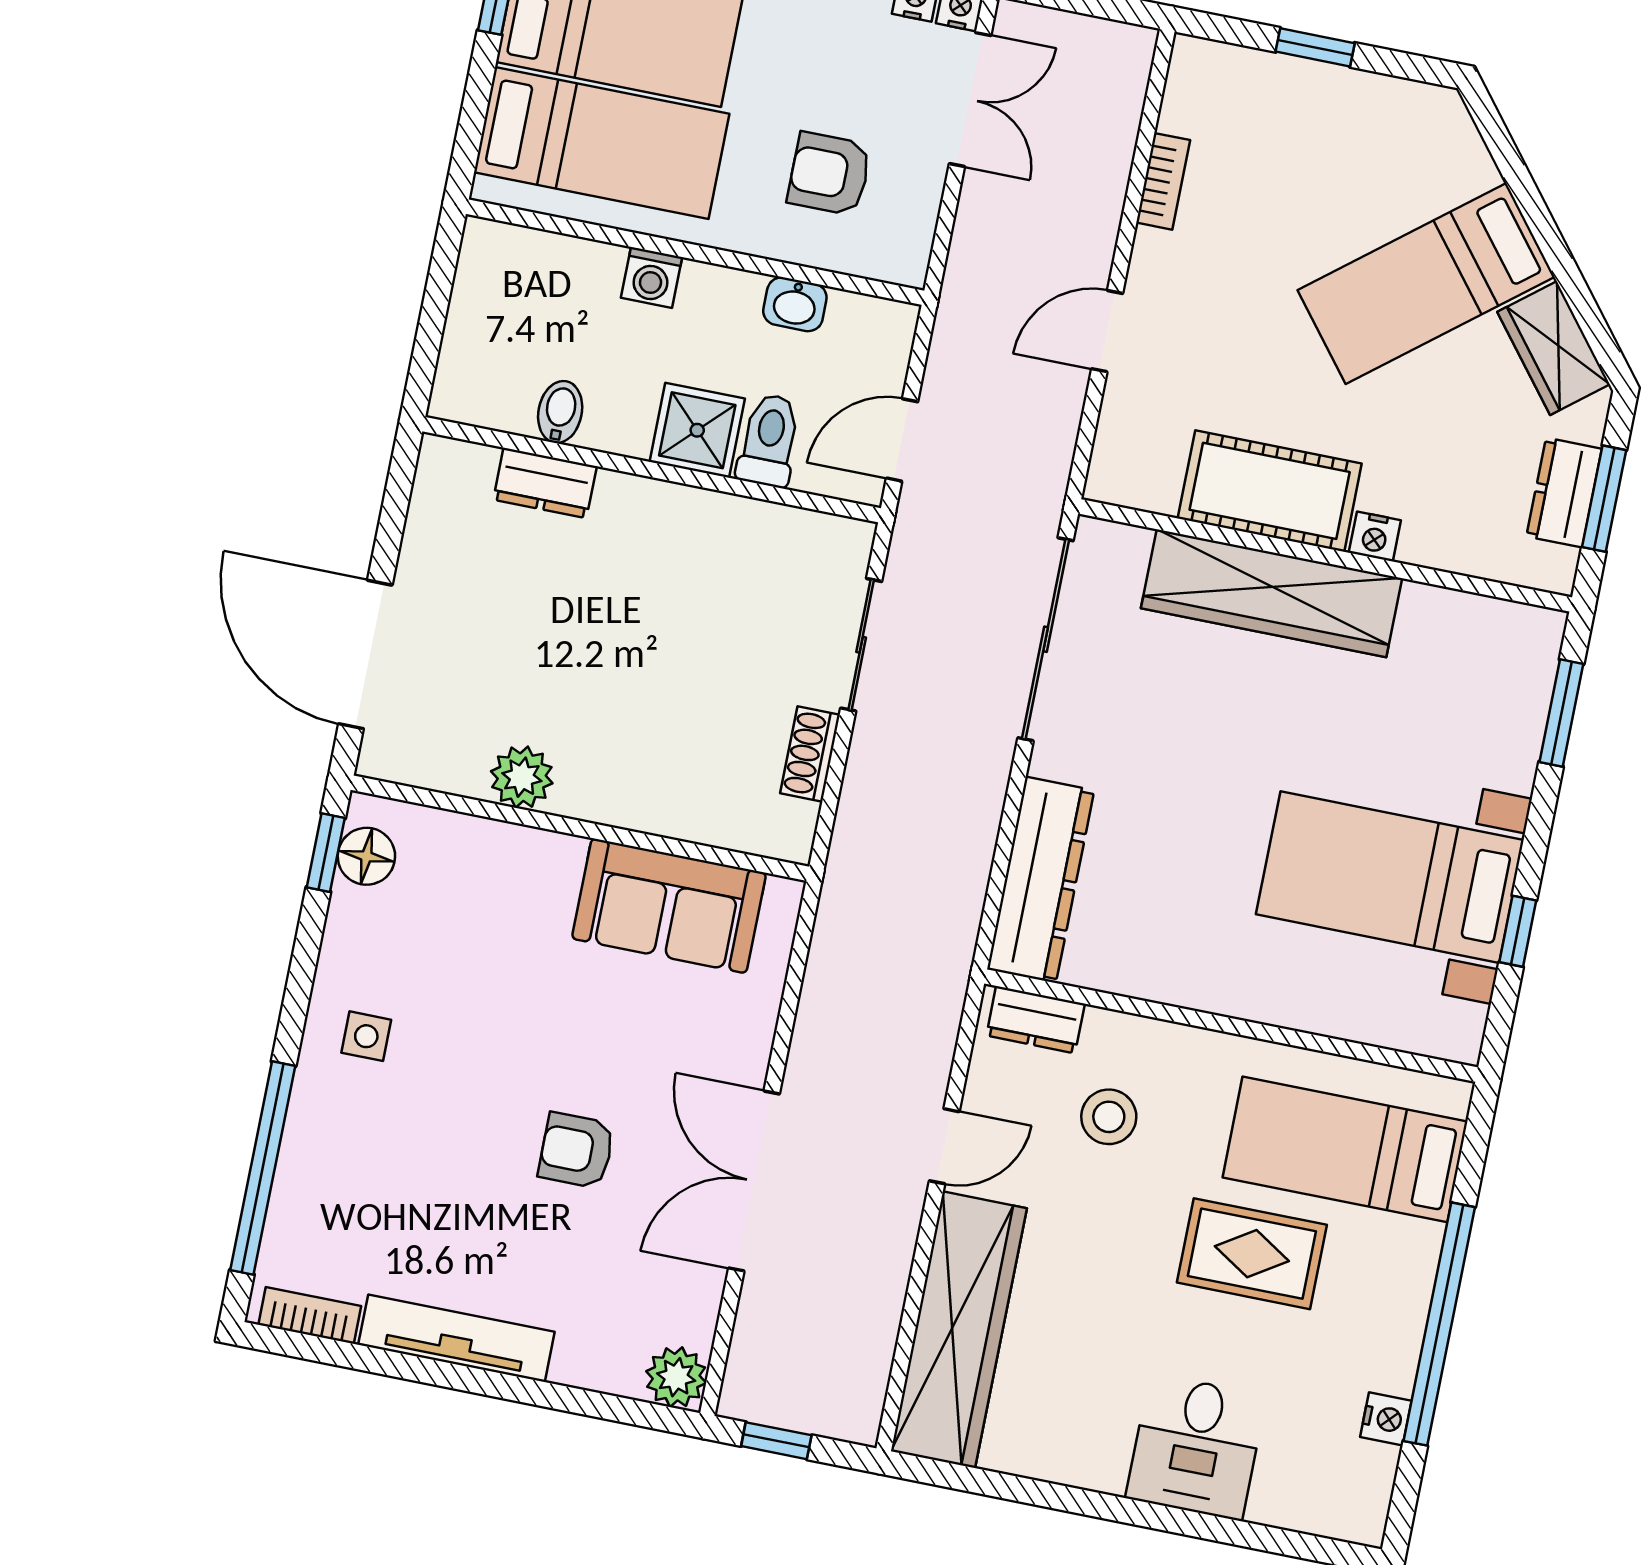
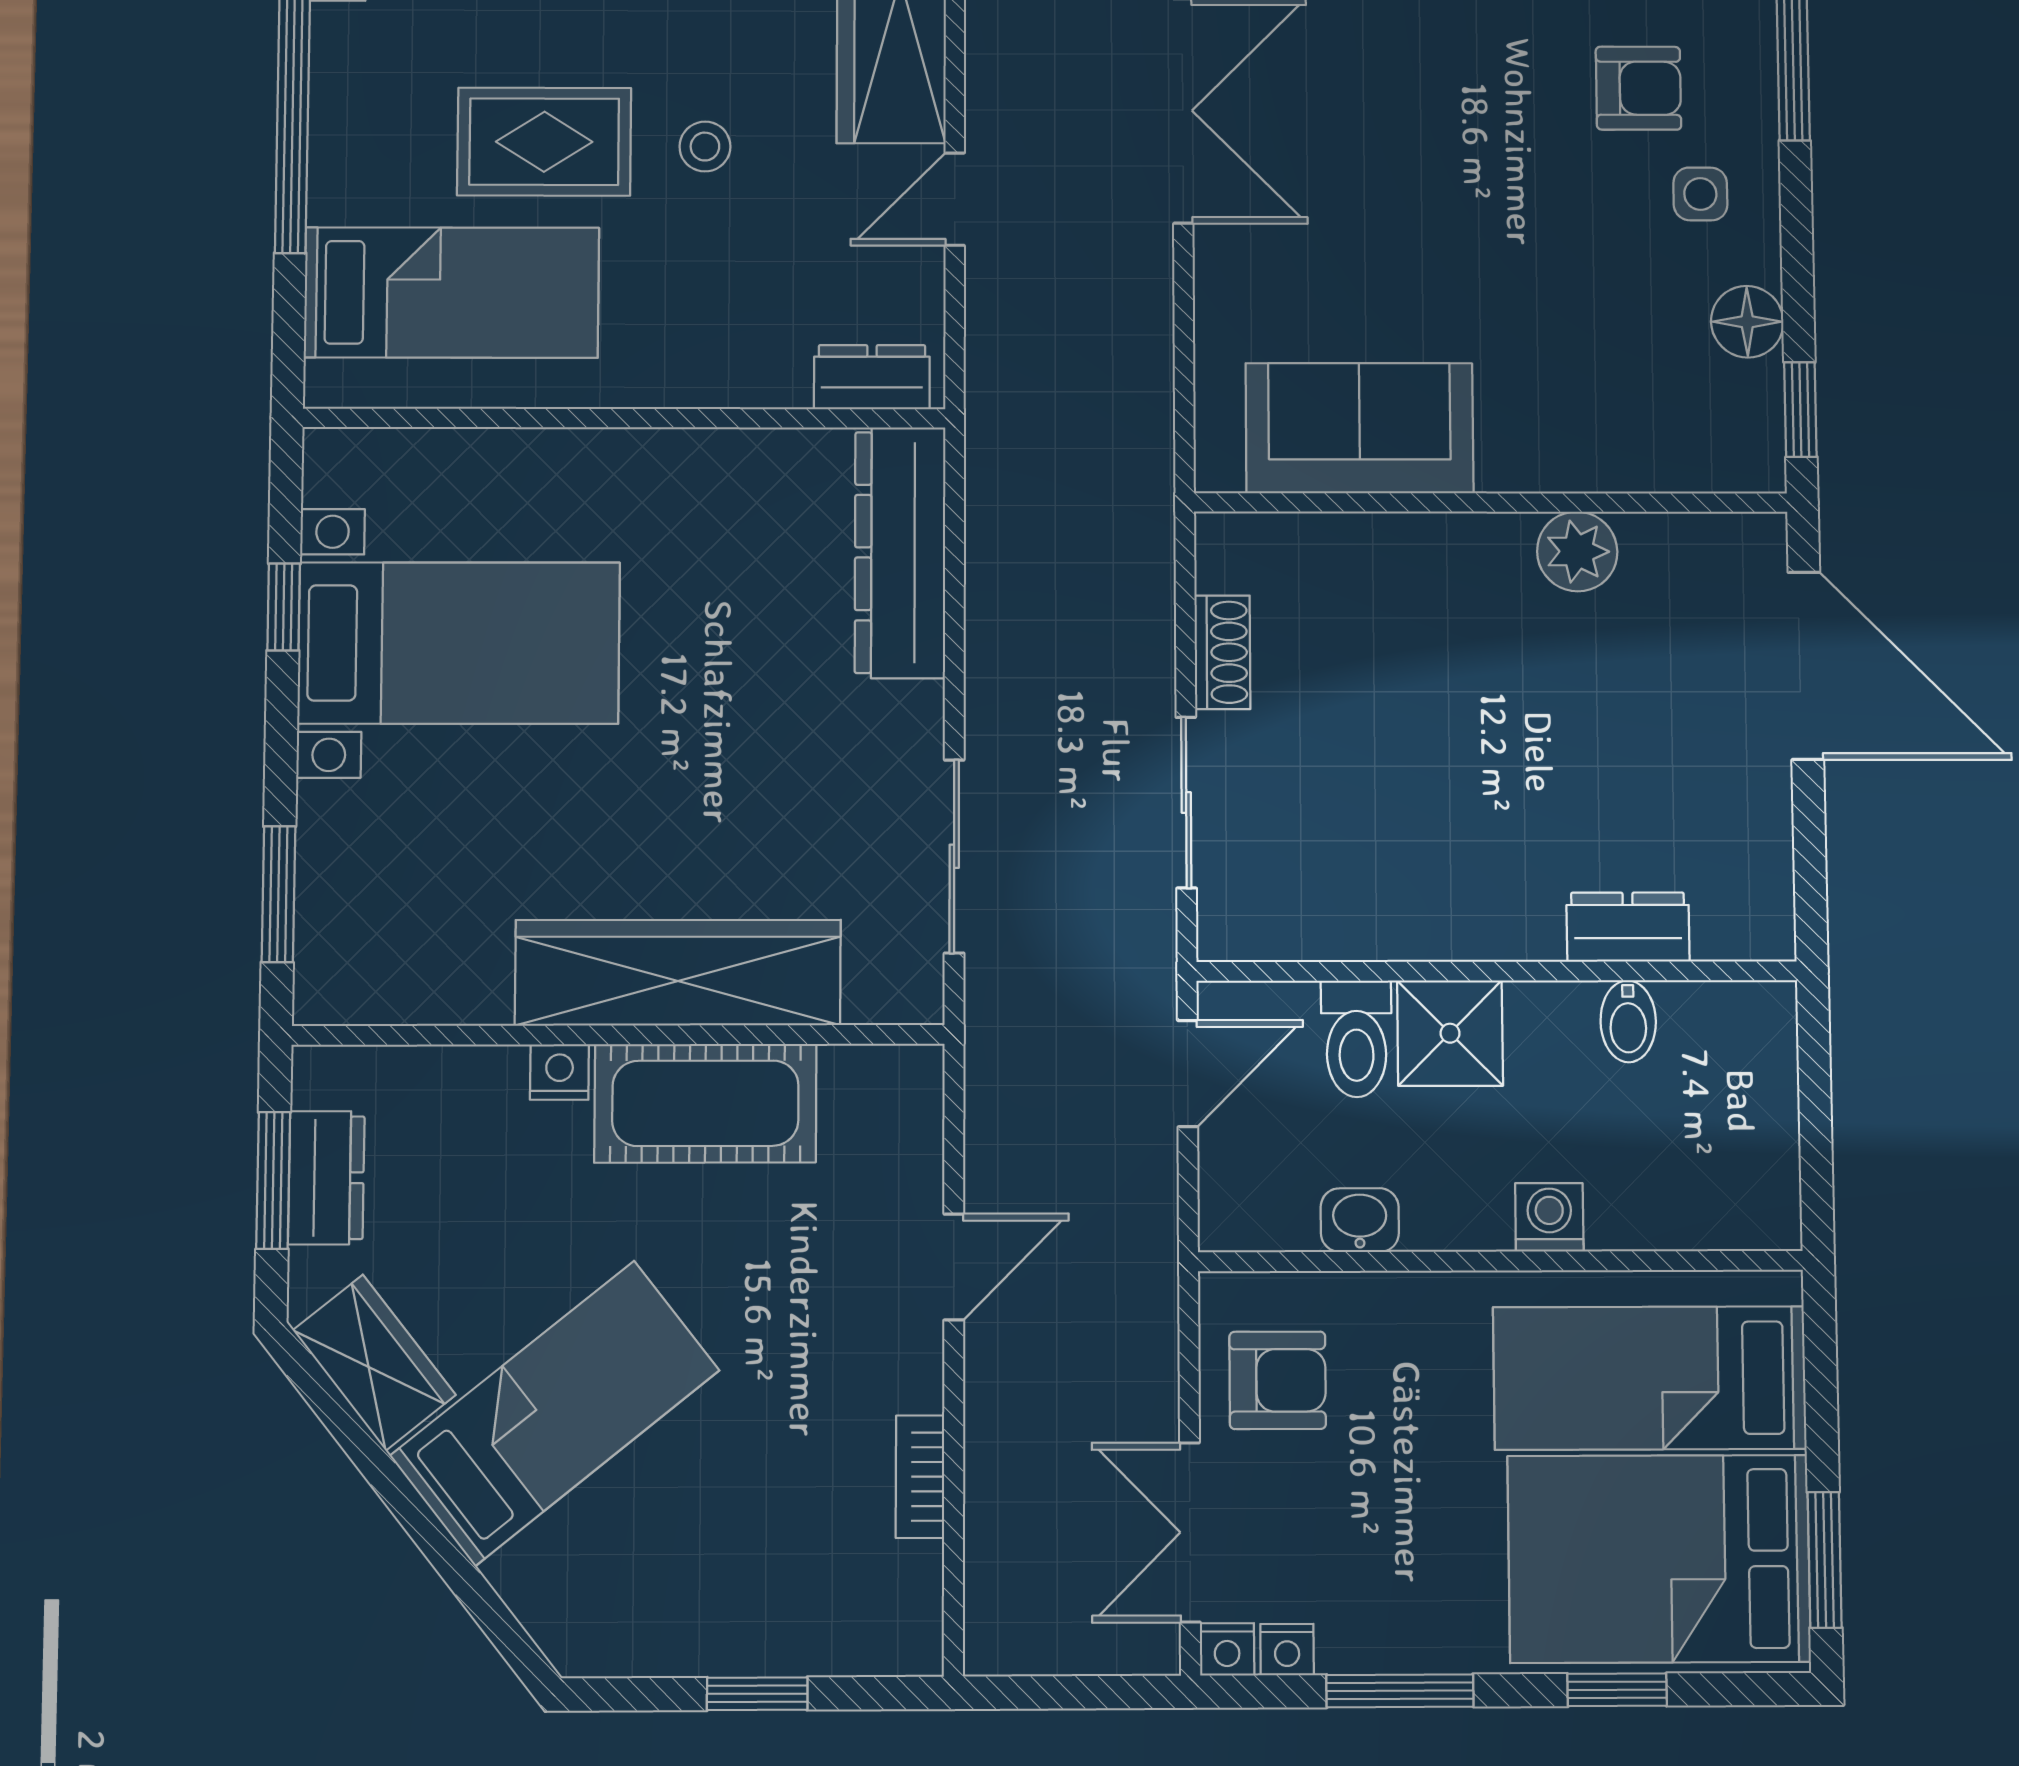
armchair: (829, 174) -> (1278, 1380), moved
sliding door: (1046, 639) -> (954, 856), width x0.73
floor lamp: (366, 856) -> (1747, 322), moved
stool: (1109, 1117) -> (705, 147), moved, width x0.73, depth x0.73
armchair: (576, 1150) -> (1638, 88), moved

